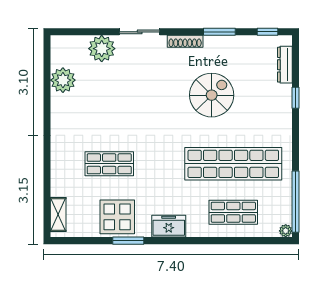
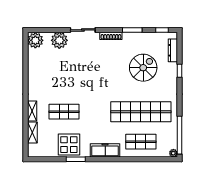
plant: (63, 80) -> (35, 40), moved
spiral stairs: (212, 95) -> (143, 68), moved
shelving: (58, 163) -> (32, 111), added
shelving: (58, 215) -> (32, 132), moved
freezer: (169, 226) -> (105, 150), width x1.40

